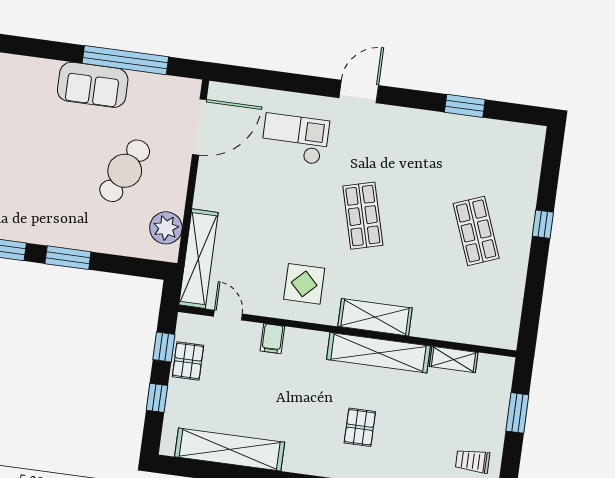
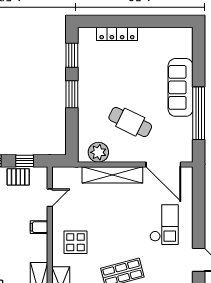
sofa: (93, 85) -> (181, 87), width x1.36
shelving: (198, 259) -> (112, 175), moved

